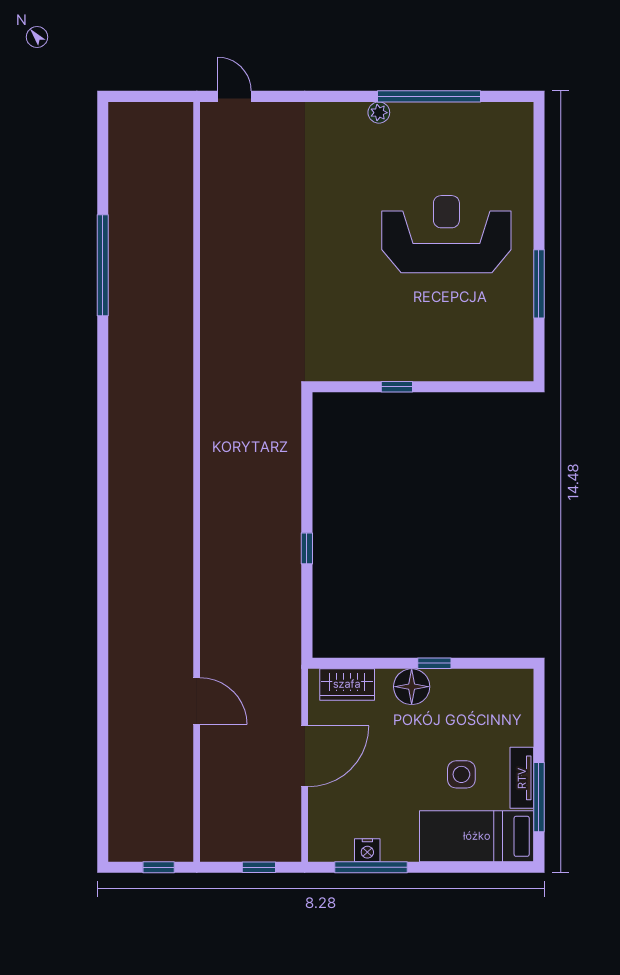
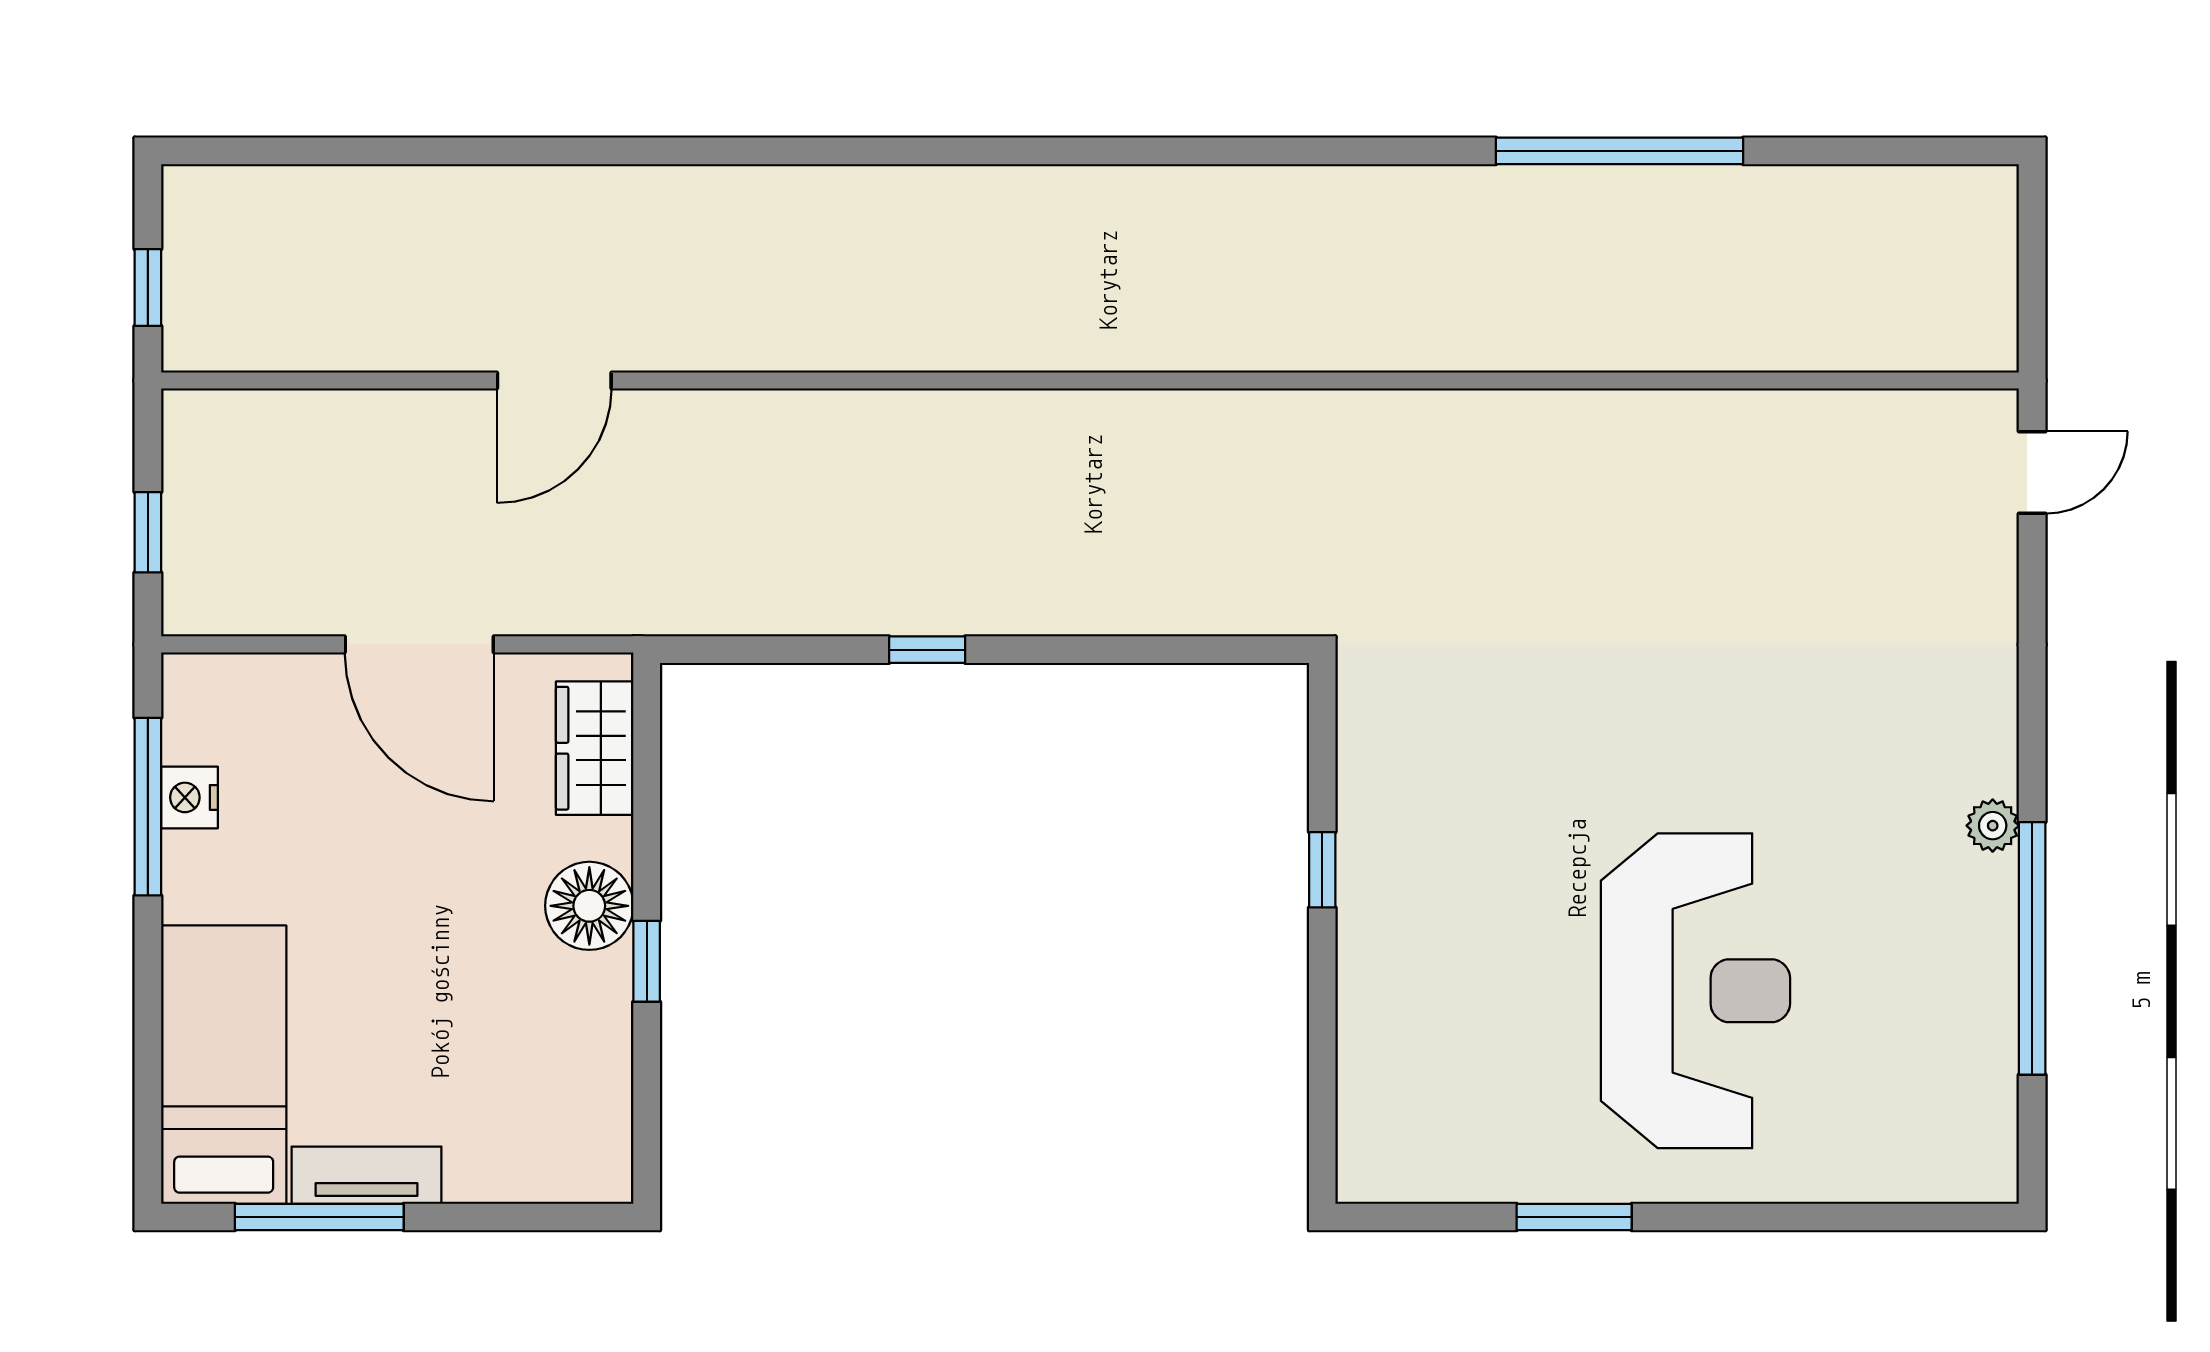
window: (539, 284) -> (1574, 1217), width x0.69
side table: (461, 774) -> (375, 1027), removed

